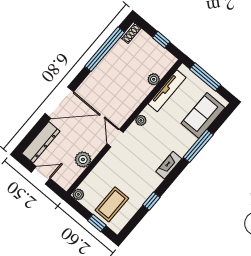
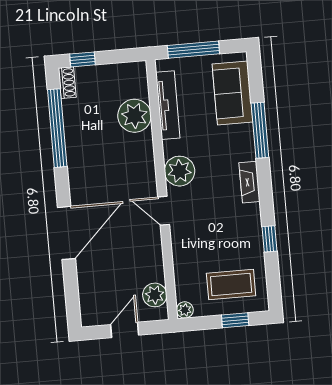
window: (161, 40) -> (82, 59), moved
plant: (154, 79) -> (134, 116), width x1.87, depth x1.87
plant: (141, 120) -> (180, 171), width x1.88, depth x1.88
dresser: (41, 142) -> (90, 295), removed
plant: (83, 159) -> (155, 295), moved
coffee table: (112, 204) -> (231, 285), turned 90

